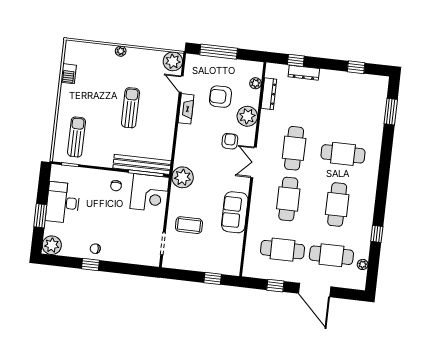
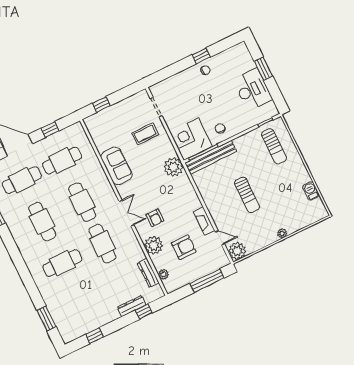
plant: (52, 245) -> (240, 52), removed

